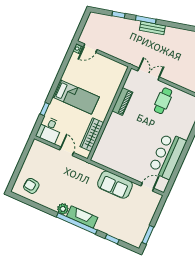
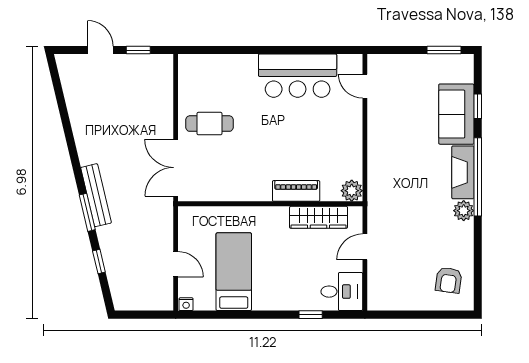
bench: (152, 28) -> (96, 195), width x1.36
door: (90, 48) -> (176, 264), moved
double door: (149, 74) -> (176, 168), width x1.37
bed: (76, 97) -> (234, 272), moved
piano: (122, 101) -> (296, 191), moved
plant: (98, 157) -> (352, 191), added
sofa: (115, 185) -> (456, 114), moved, turned 180

